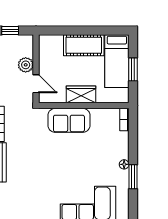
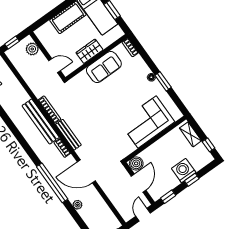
plant: (26, 65) -> (32, 49), moved
sofa: (69, 120) -> (104, 67), moved

